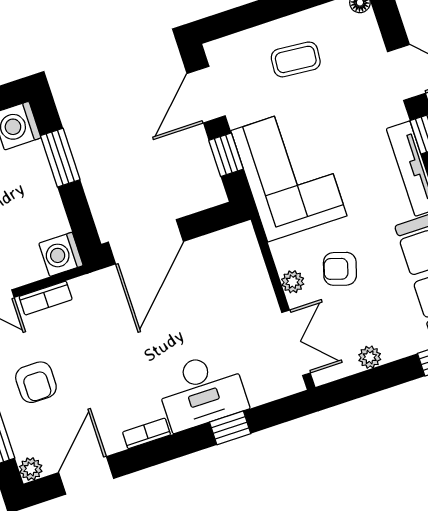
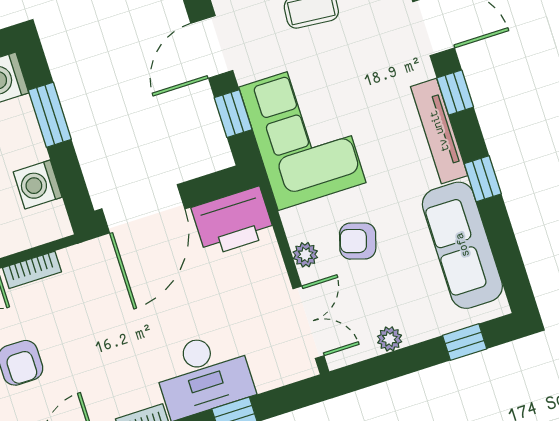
printer: (227, 252) -> (233, 221), added
washing machine: (61, 254) -> (38, 184), moved

